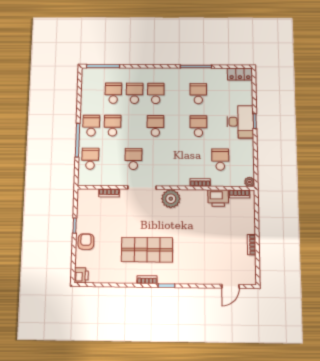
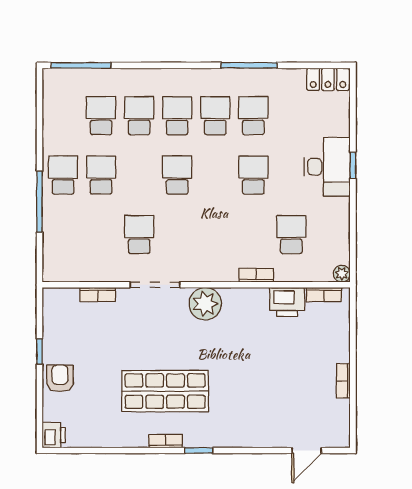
school desk: (90, 159) -> (215, 116), moved

